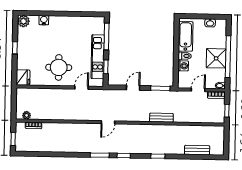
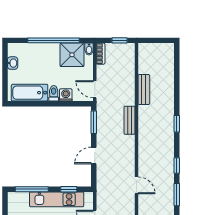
shower: (216, 58) -> (72, 55), moved
door: (133, 88) -> (94, 156), hinge flipped
door: (198, 90) -> (95, 89), moved
bench: (197, 150) -> (144, 90), moved

